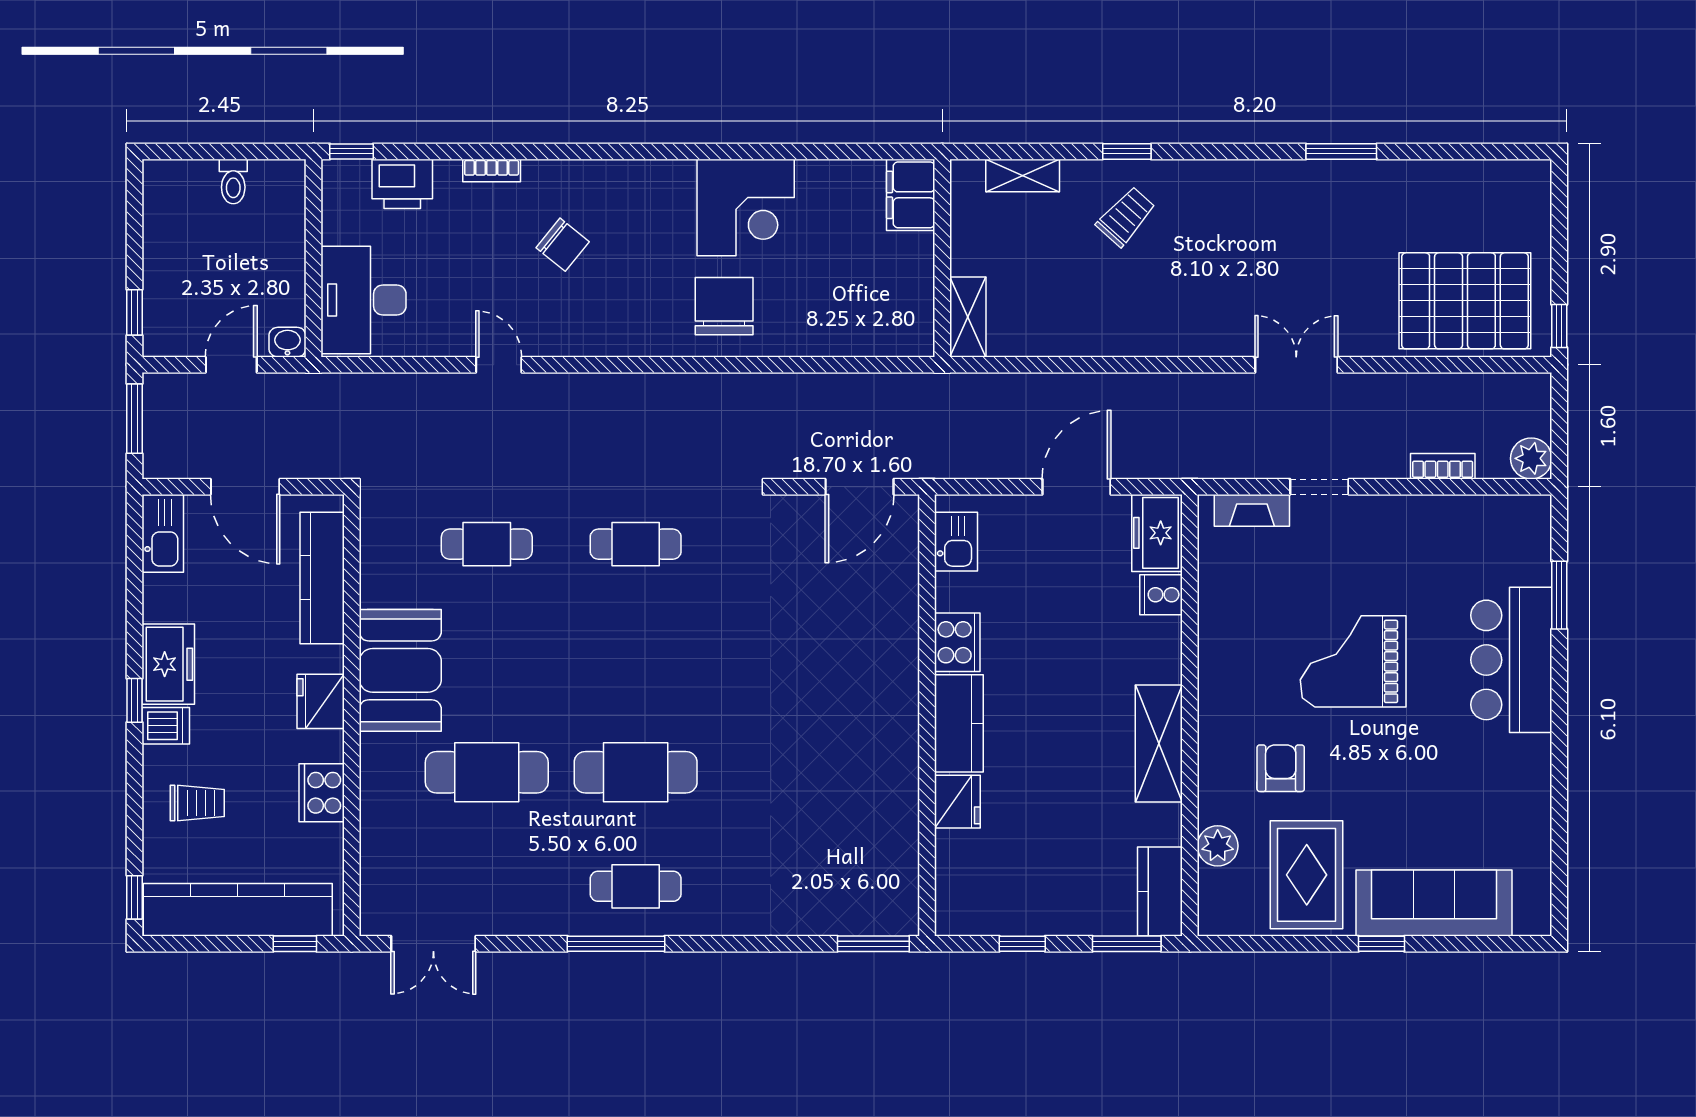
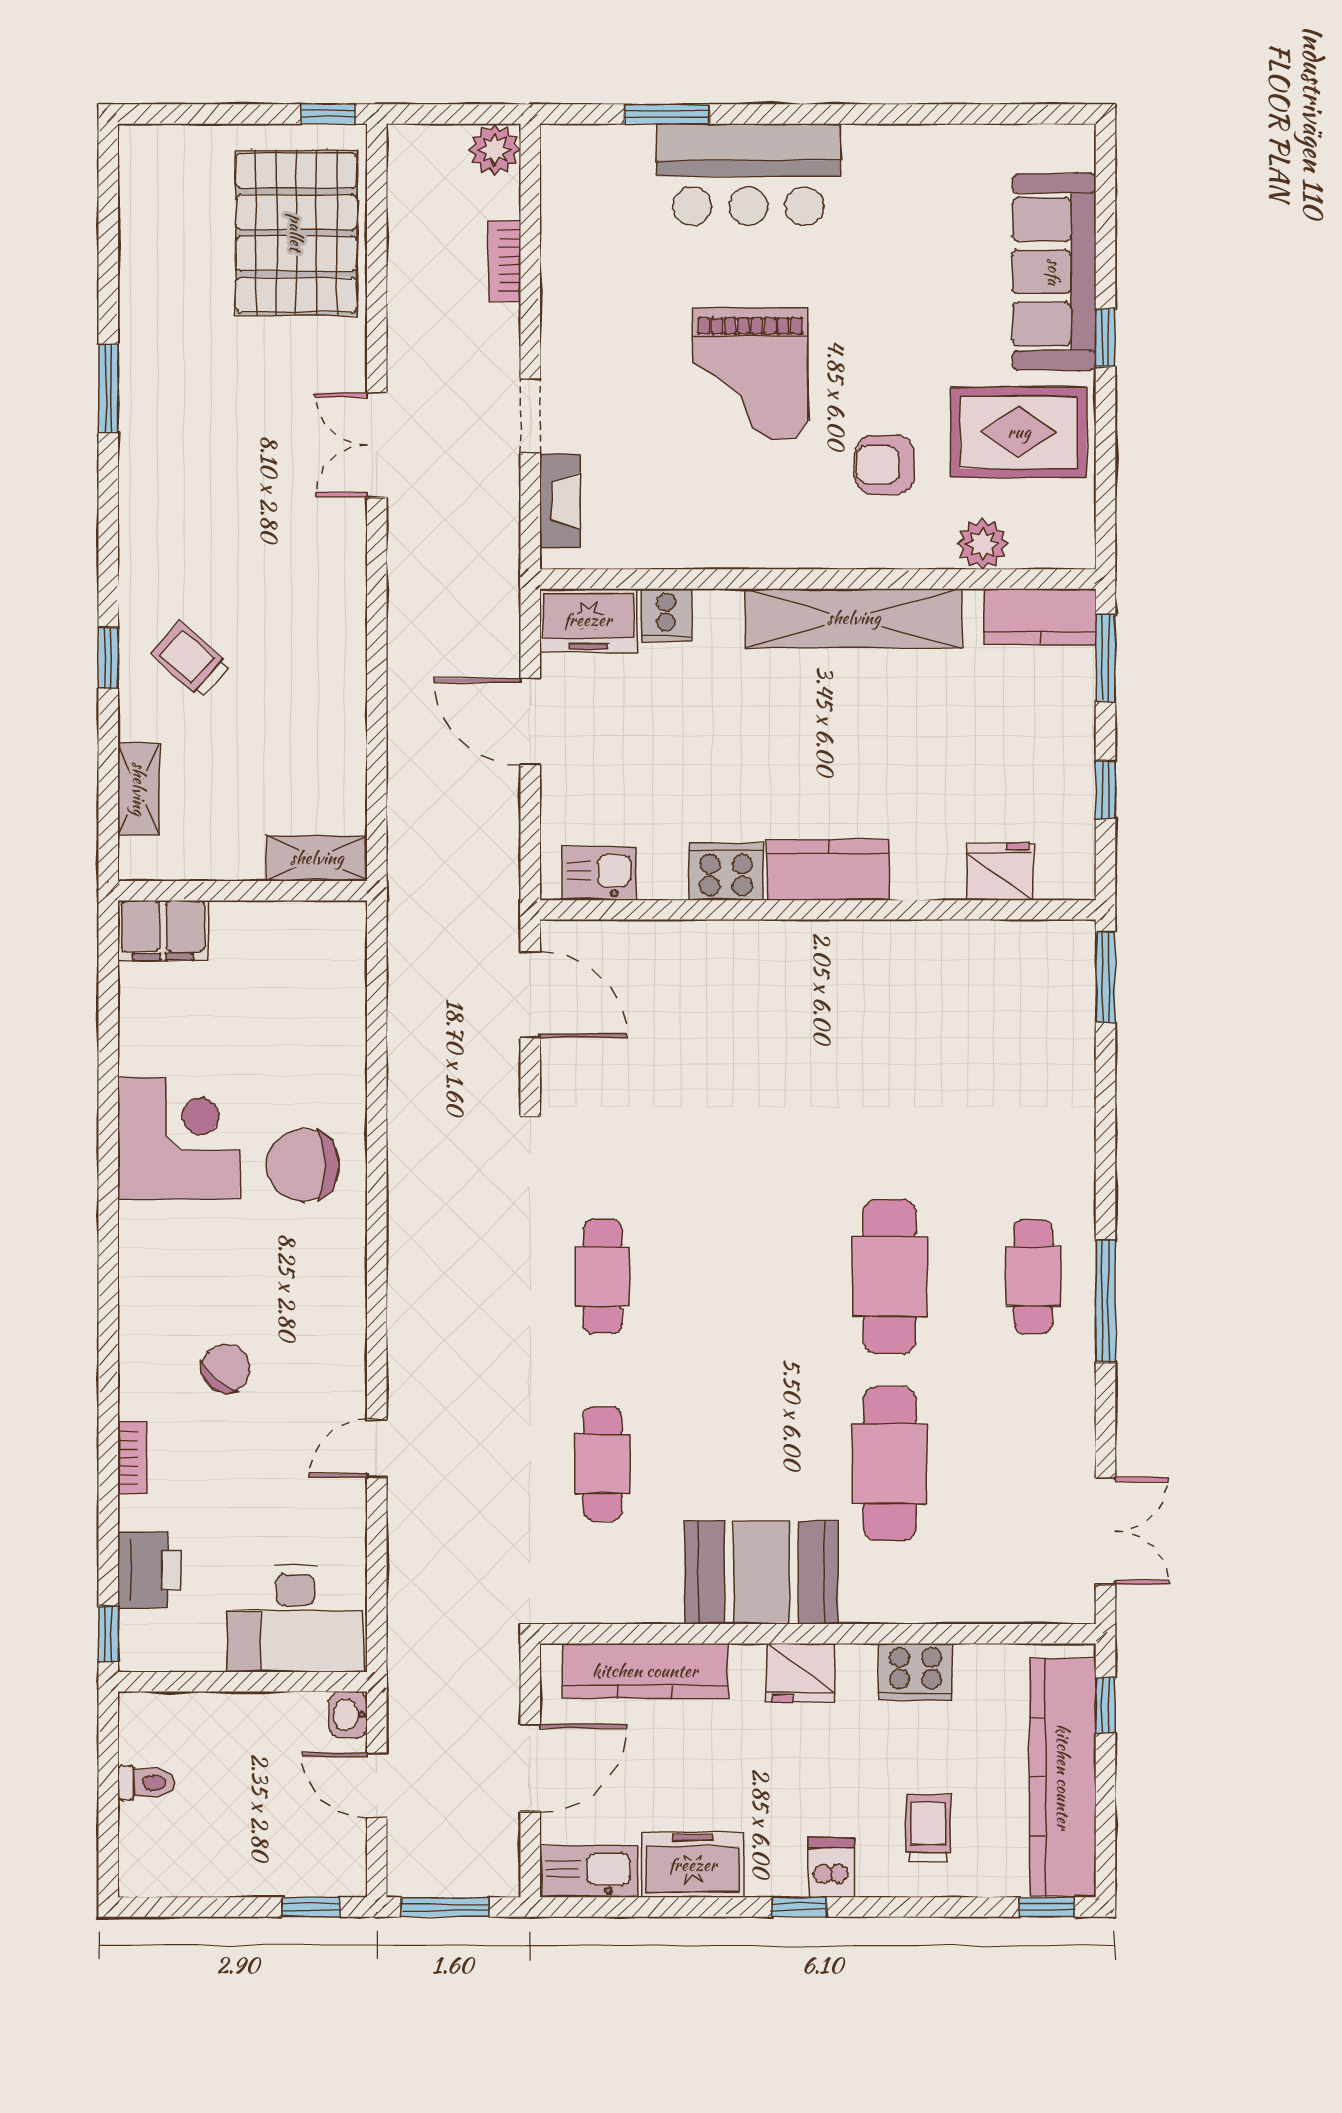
freezer: (168, 664) -> (693, 1865), moved
shelving: (1159, 744) -> (854, 618), width x1.47
fridge: (957, 802) -> (1000, 872), moved

